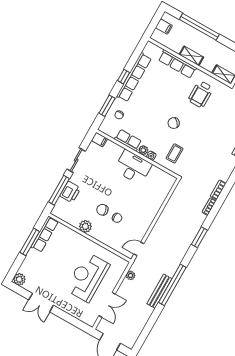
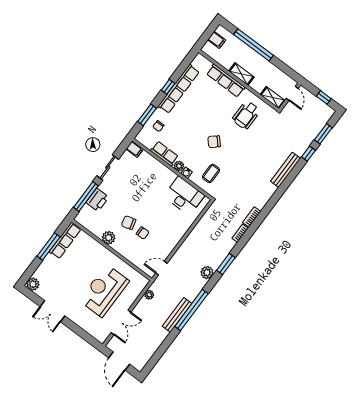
desk: (133, 167) -> (184, 196), moved
plant: (183, 248) -> (207, 273), added

